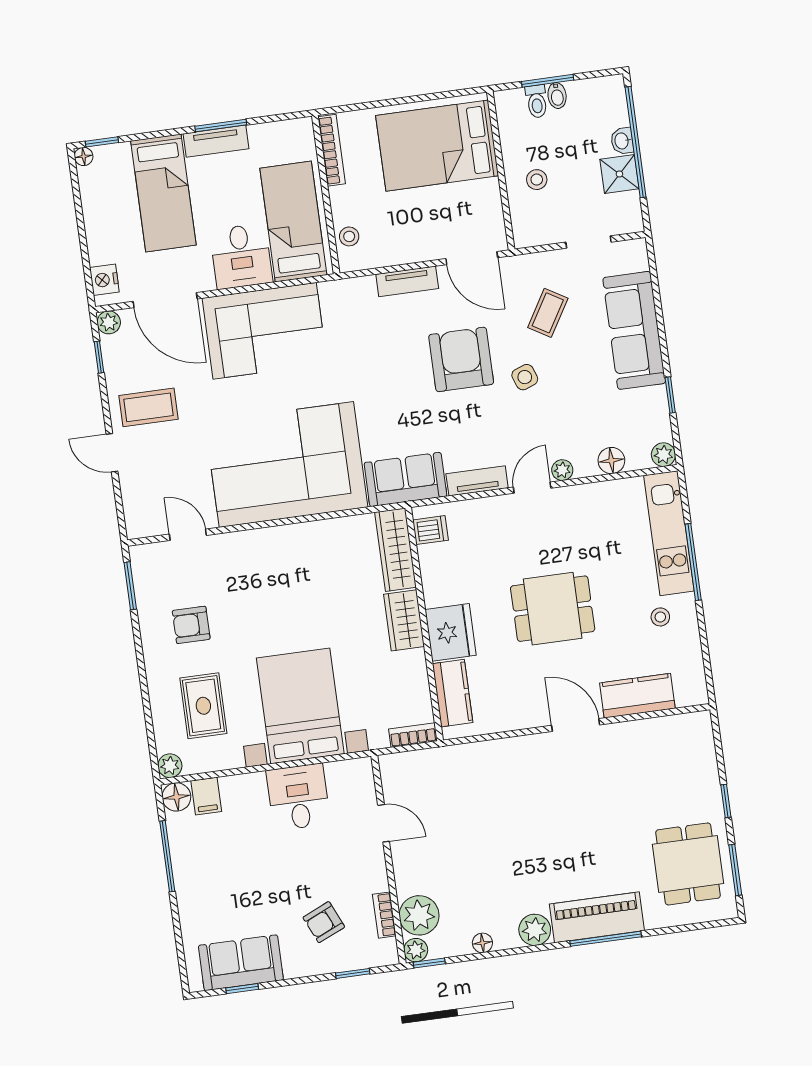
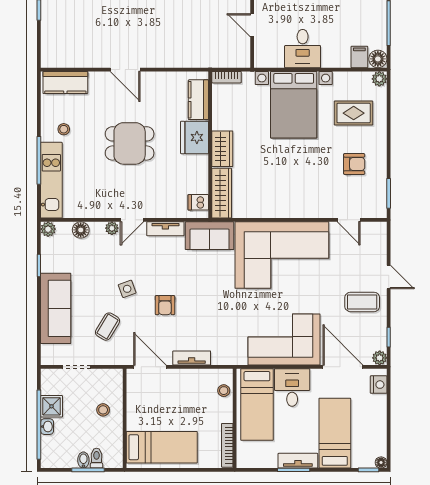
bed: (437, 146) -> (162, 447), width x0.67
armchair: (461, 359) -> (165, 305), width x0.53, depth x0.53
kitchen counter: (637, 696) -> (65, 82), moved
rug: (203, 706) -> (354, 113), turned 90

